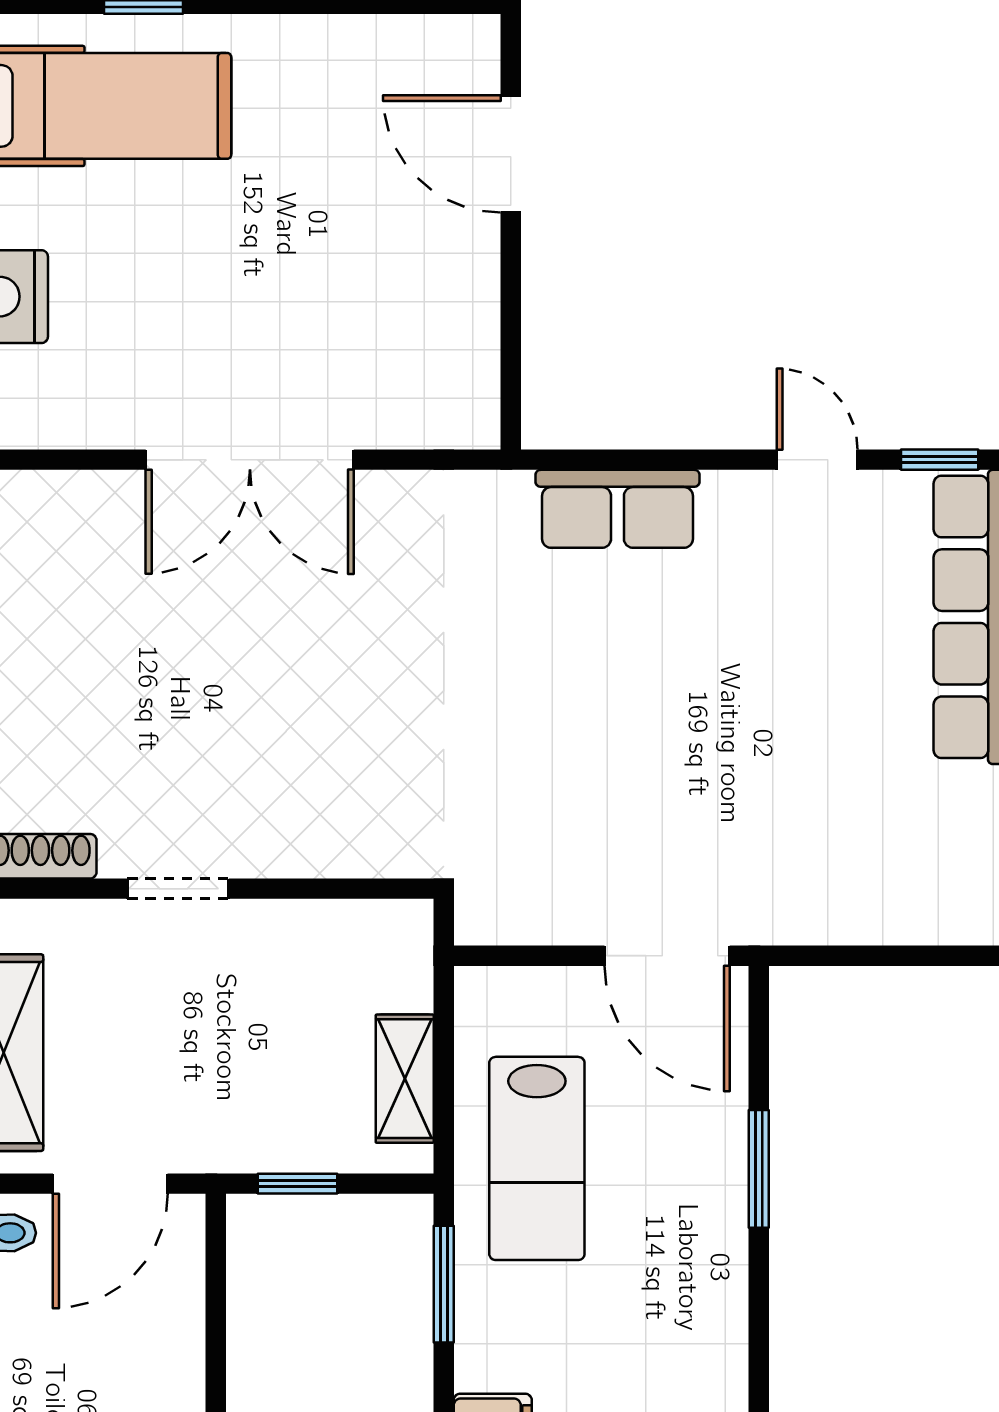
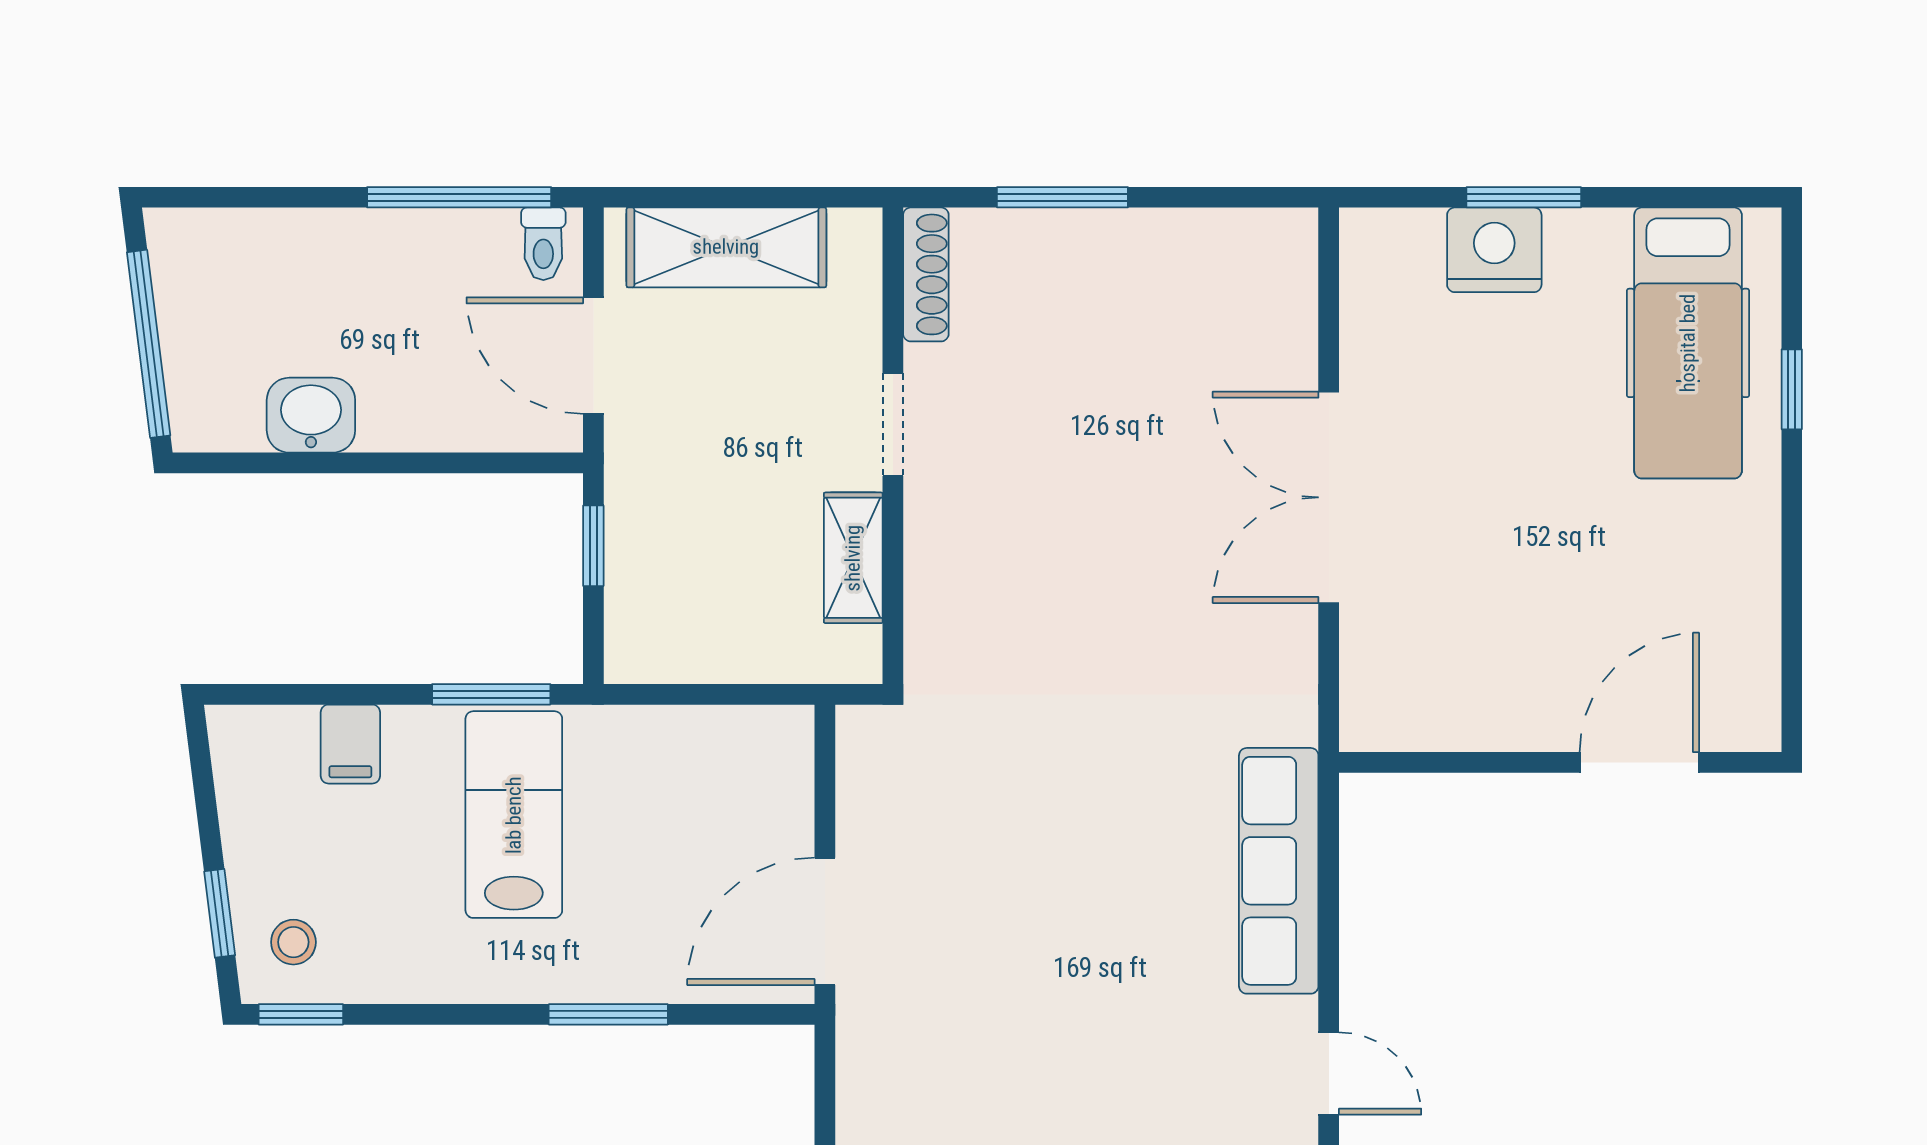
door: (817, 460) -> (1329, 1074), hinge flipped
row of seats: (617, 509) -> (1279, 871), width x1.48
shelving: (405, 1079) -> (853, 558), moved, turned 90
lab bench: (537, 1158) -> (514, 815), moved, turned 90

